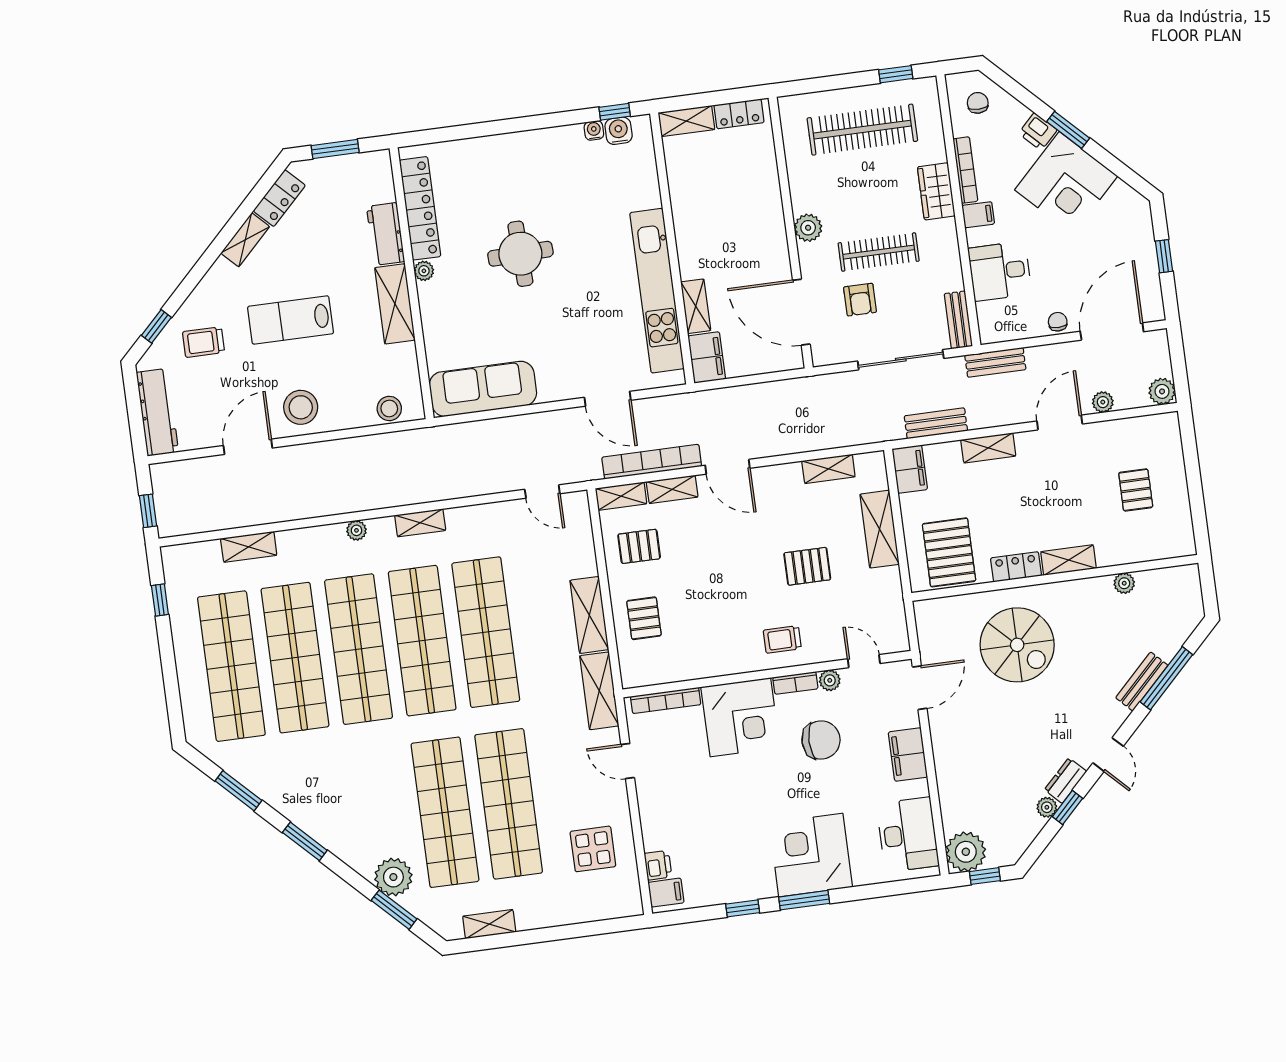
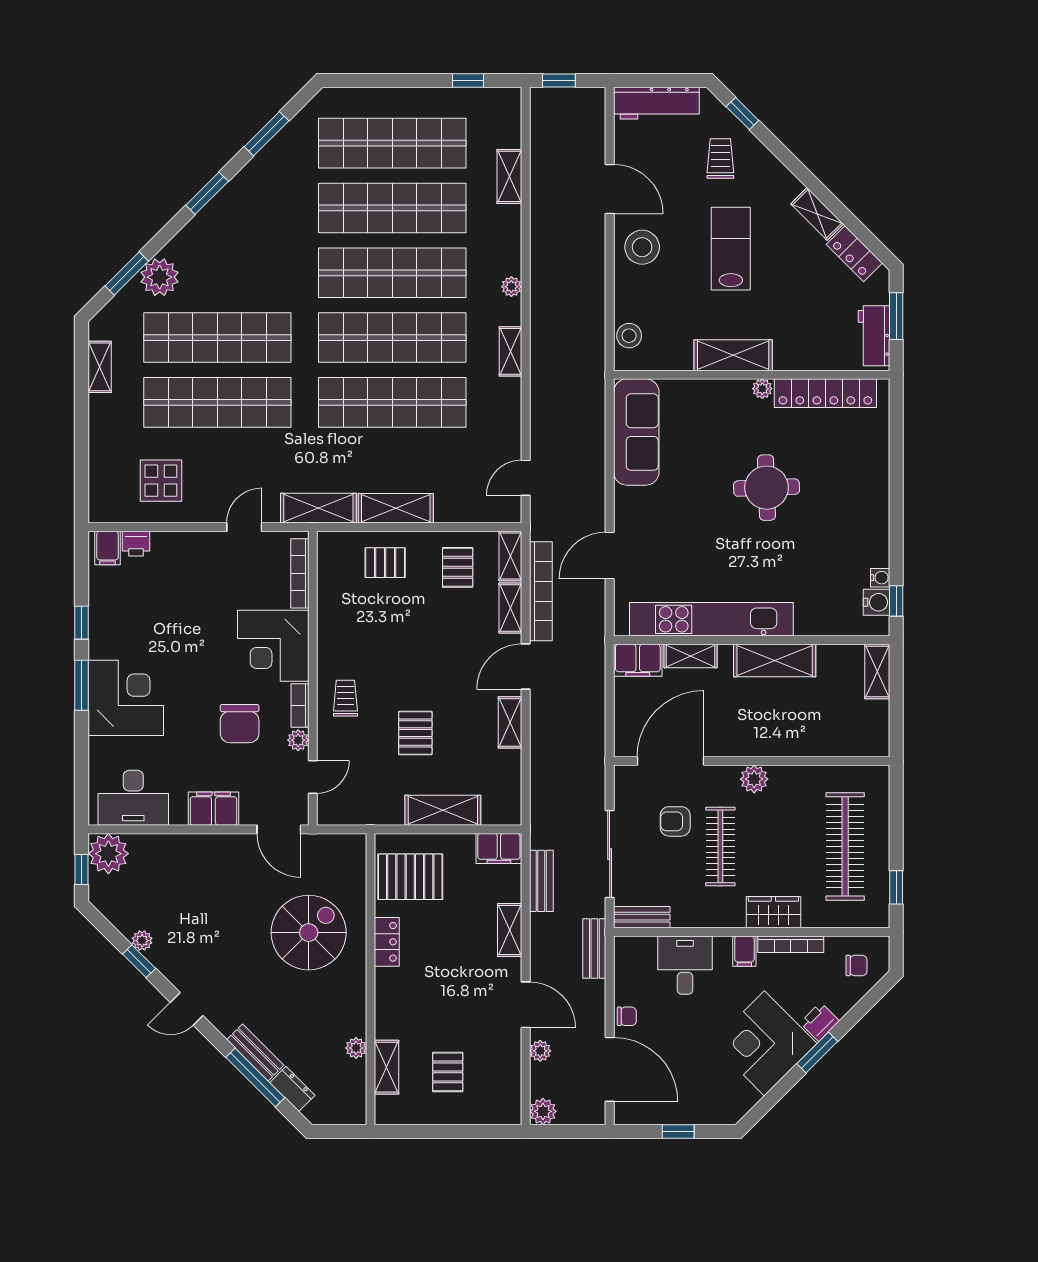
locker: (739, 114) -> (877, 725), removed
shelving: (689, 223) -> (775, 661), added
workbench: (386, 234) -> (874, 336), moved, turned -90
shelving: (828, 469) -> (510, 722), moved
pallet: (1136, 490) -> (448, 1072), turned 90
shelving: (1069, 560) -> (387, 1067), moved
spiral stairs: (1017, 645) -> (309, 933), turned 180
dresser: (1066, 781) -> (292, 1089), moved

